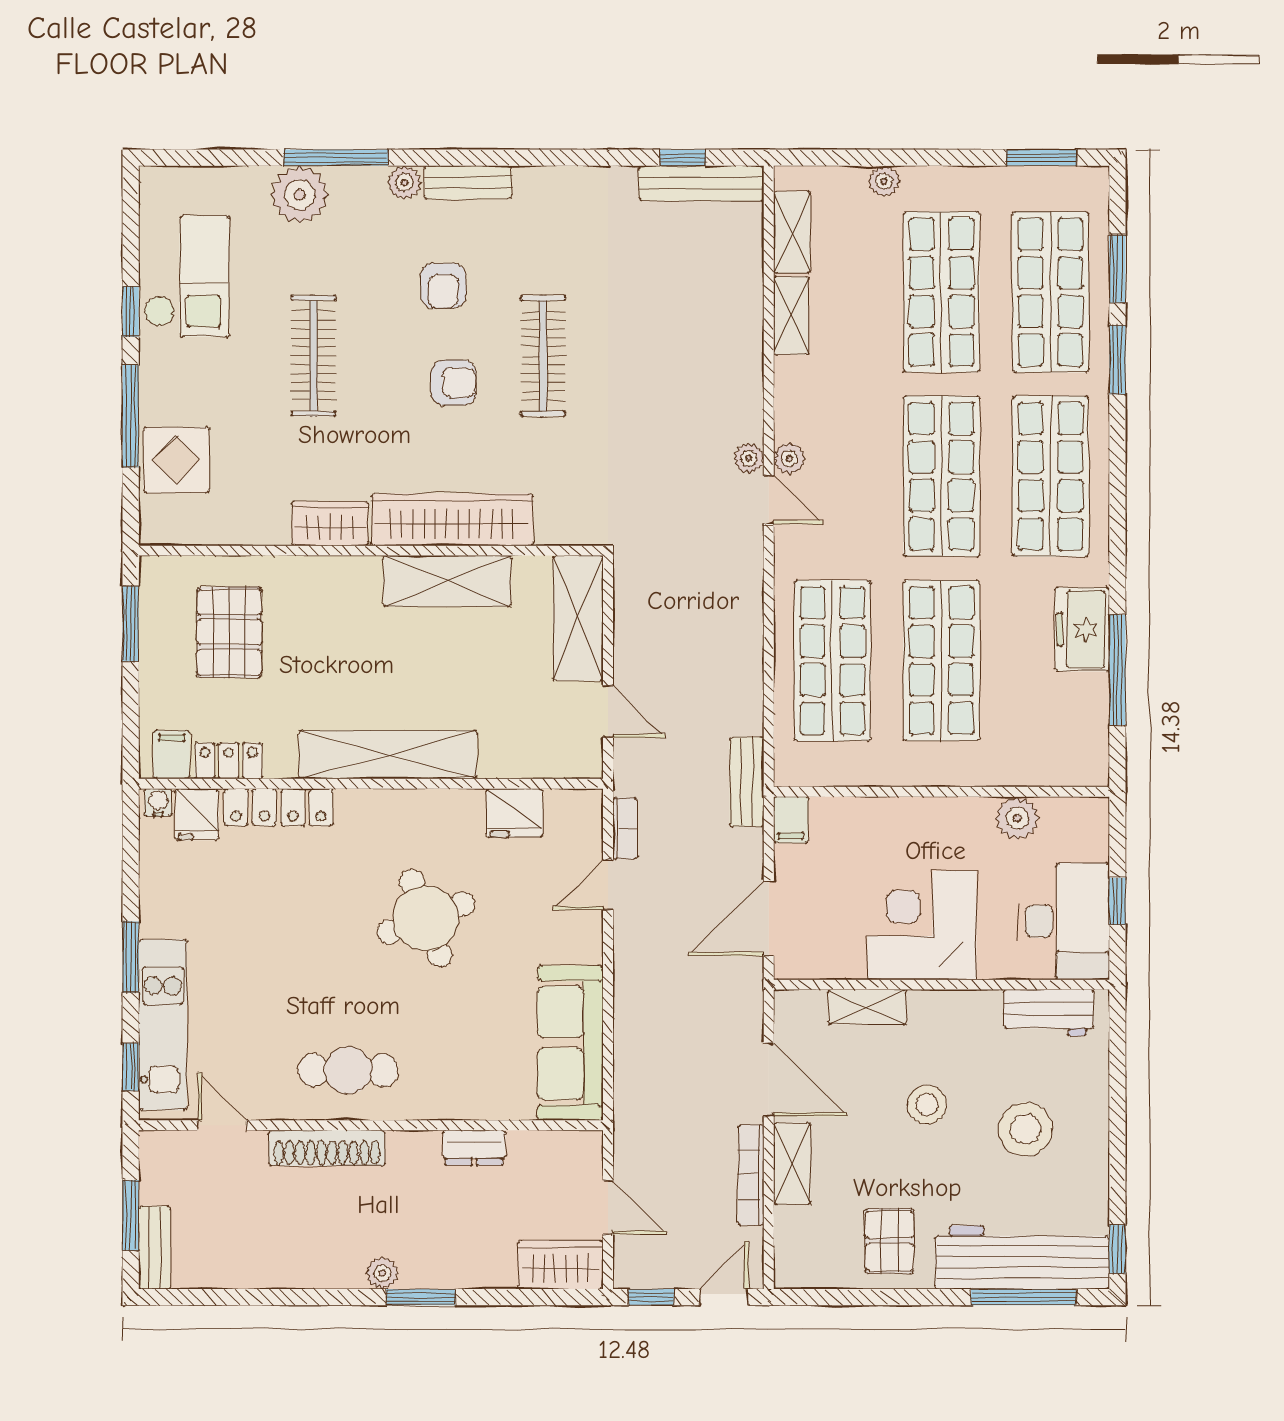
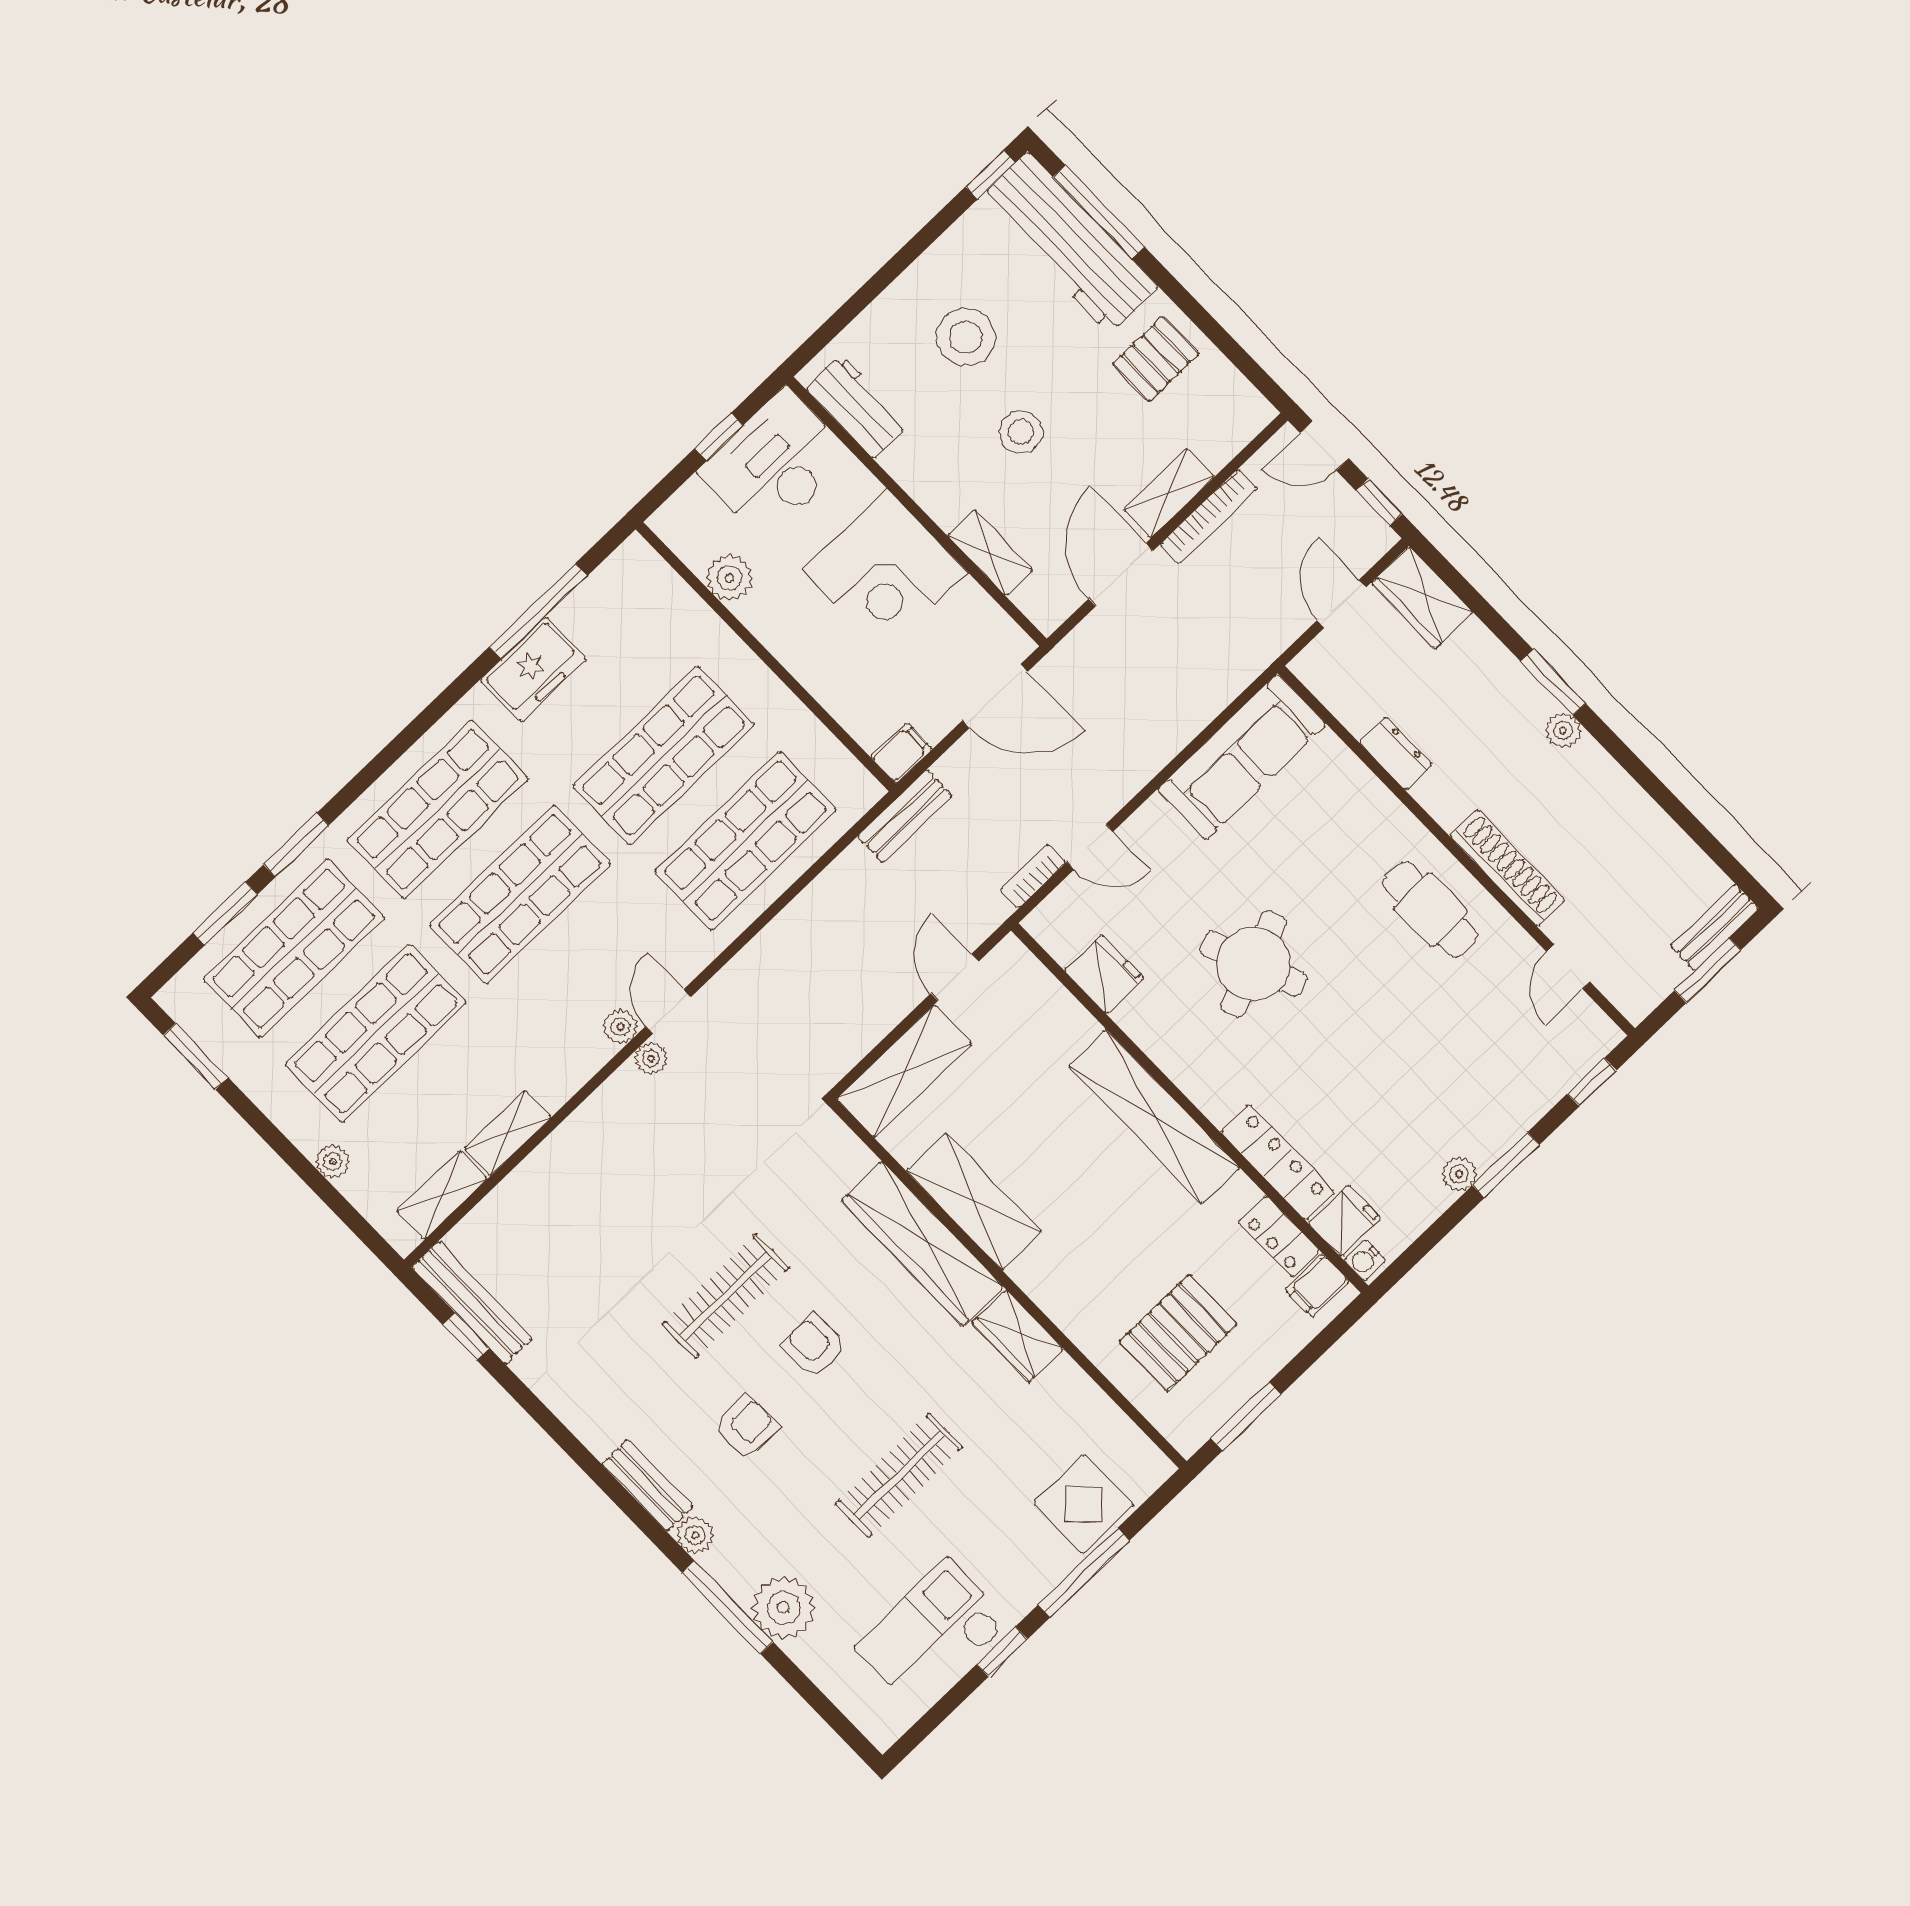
plant: (155, 920) -> (1459, 1174), added
kitchen unit: (163, 1025) -> (1535, 1089), removed

